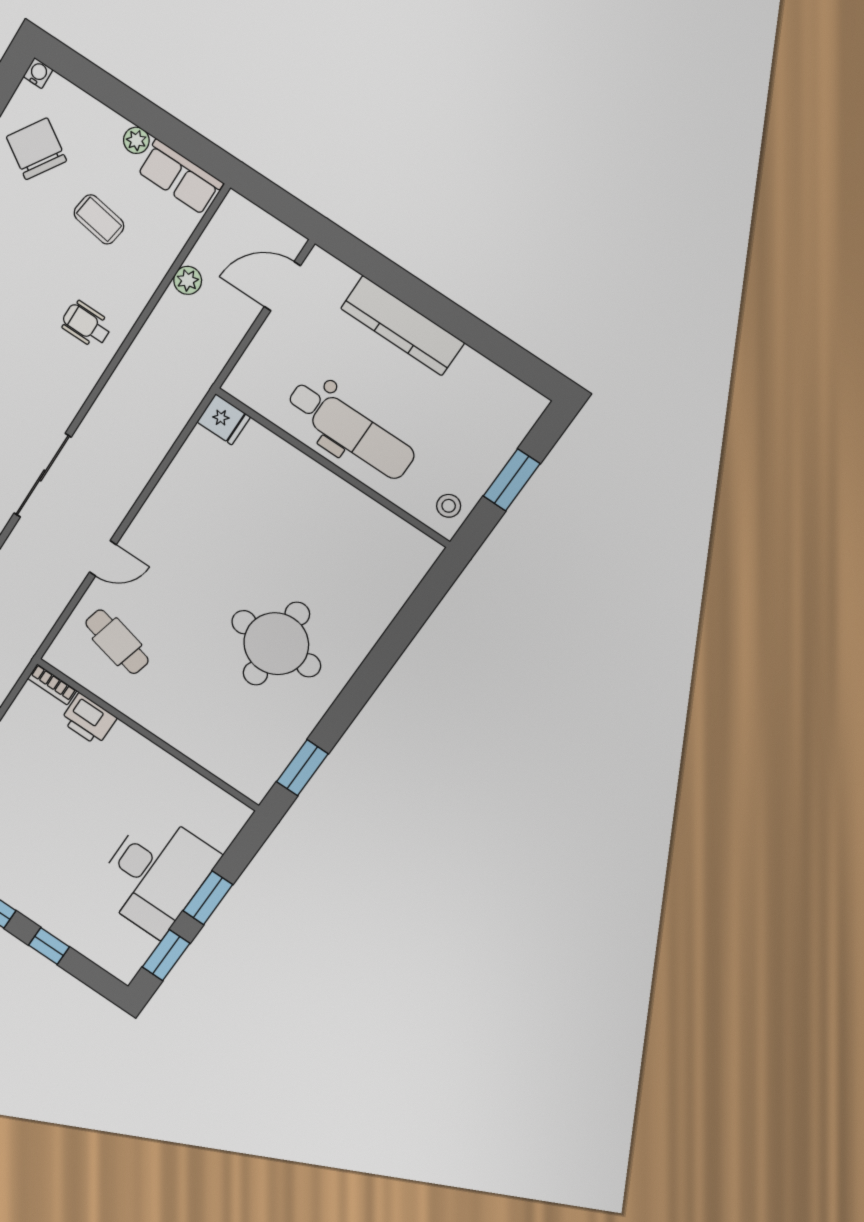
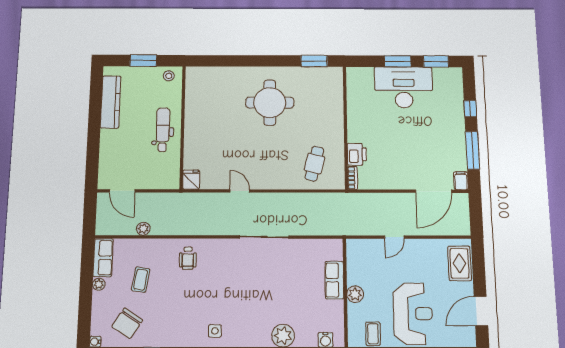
kitchen counter: (402, 326) -> (111, 102), moved
dental chair: (351, 430) -> (163, 130), width x0.73, depth x0.72
door: (103, 558) -> (240, 191), moved

